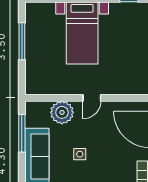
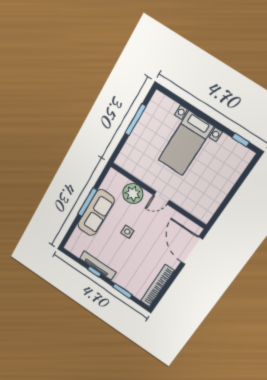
window: (22, 133) -> (87, 202), moved

